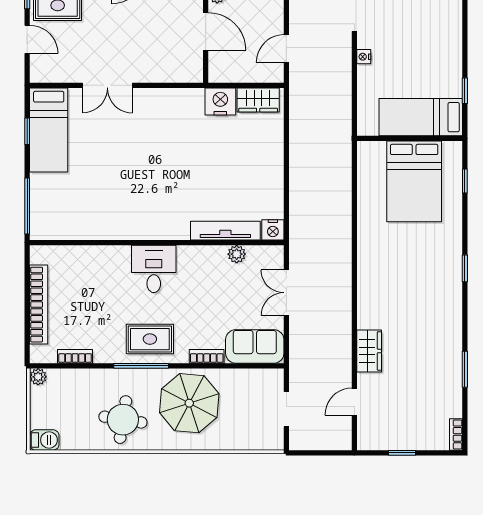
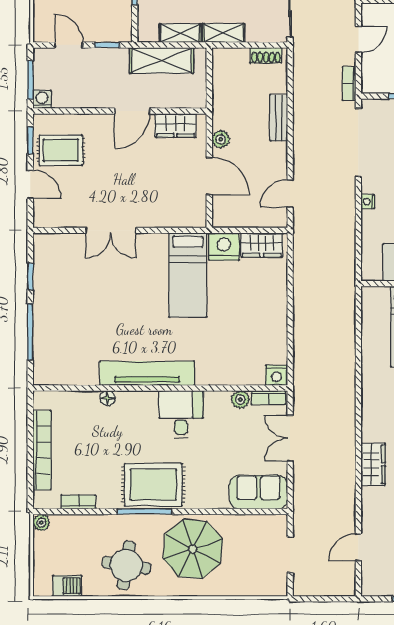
bed: (49, 130) -> (188, 275), moved
window: (27, 206) -> (30, 332), moved
tv unit: (225, 231) -> (147, 373), moved, width x1.36, depth x1.29
floor lamp: (104, 253) -> (107, 398), added
desk: (154, 269) -> (181, 414), moved
rug: (150, 339) -> (153, 485), width x1.36, depth x1.43
wardrobe: (369, 351) -> (373, 464), moved
bookcase: (207, 356) -> (268, 397), moved, turned 180
barbecue: (44, 440) -> (67, 586), moved

